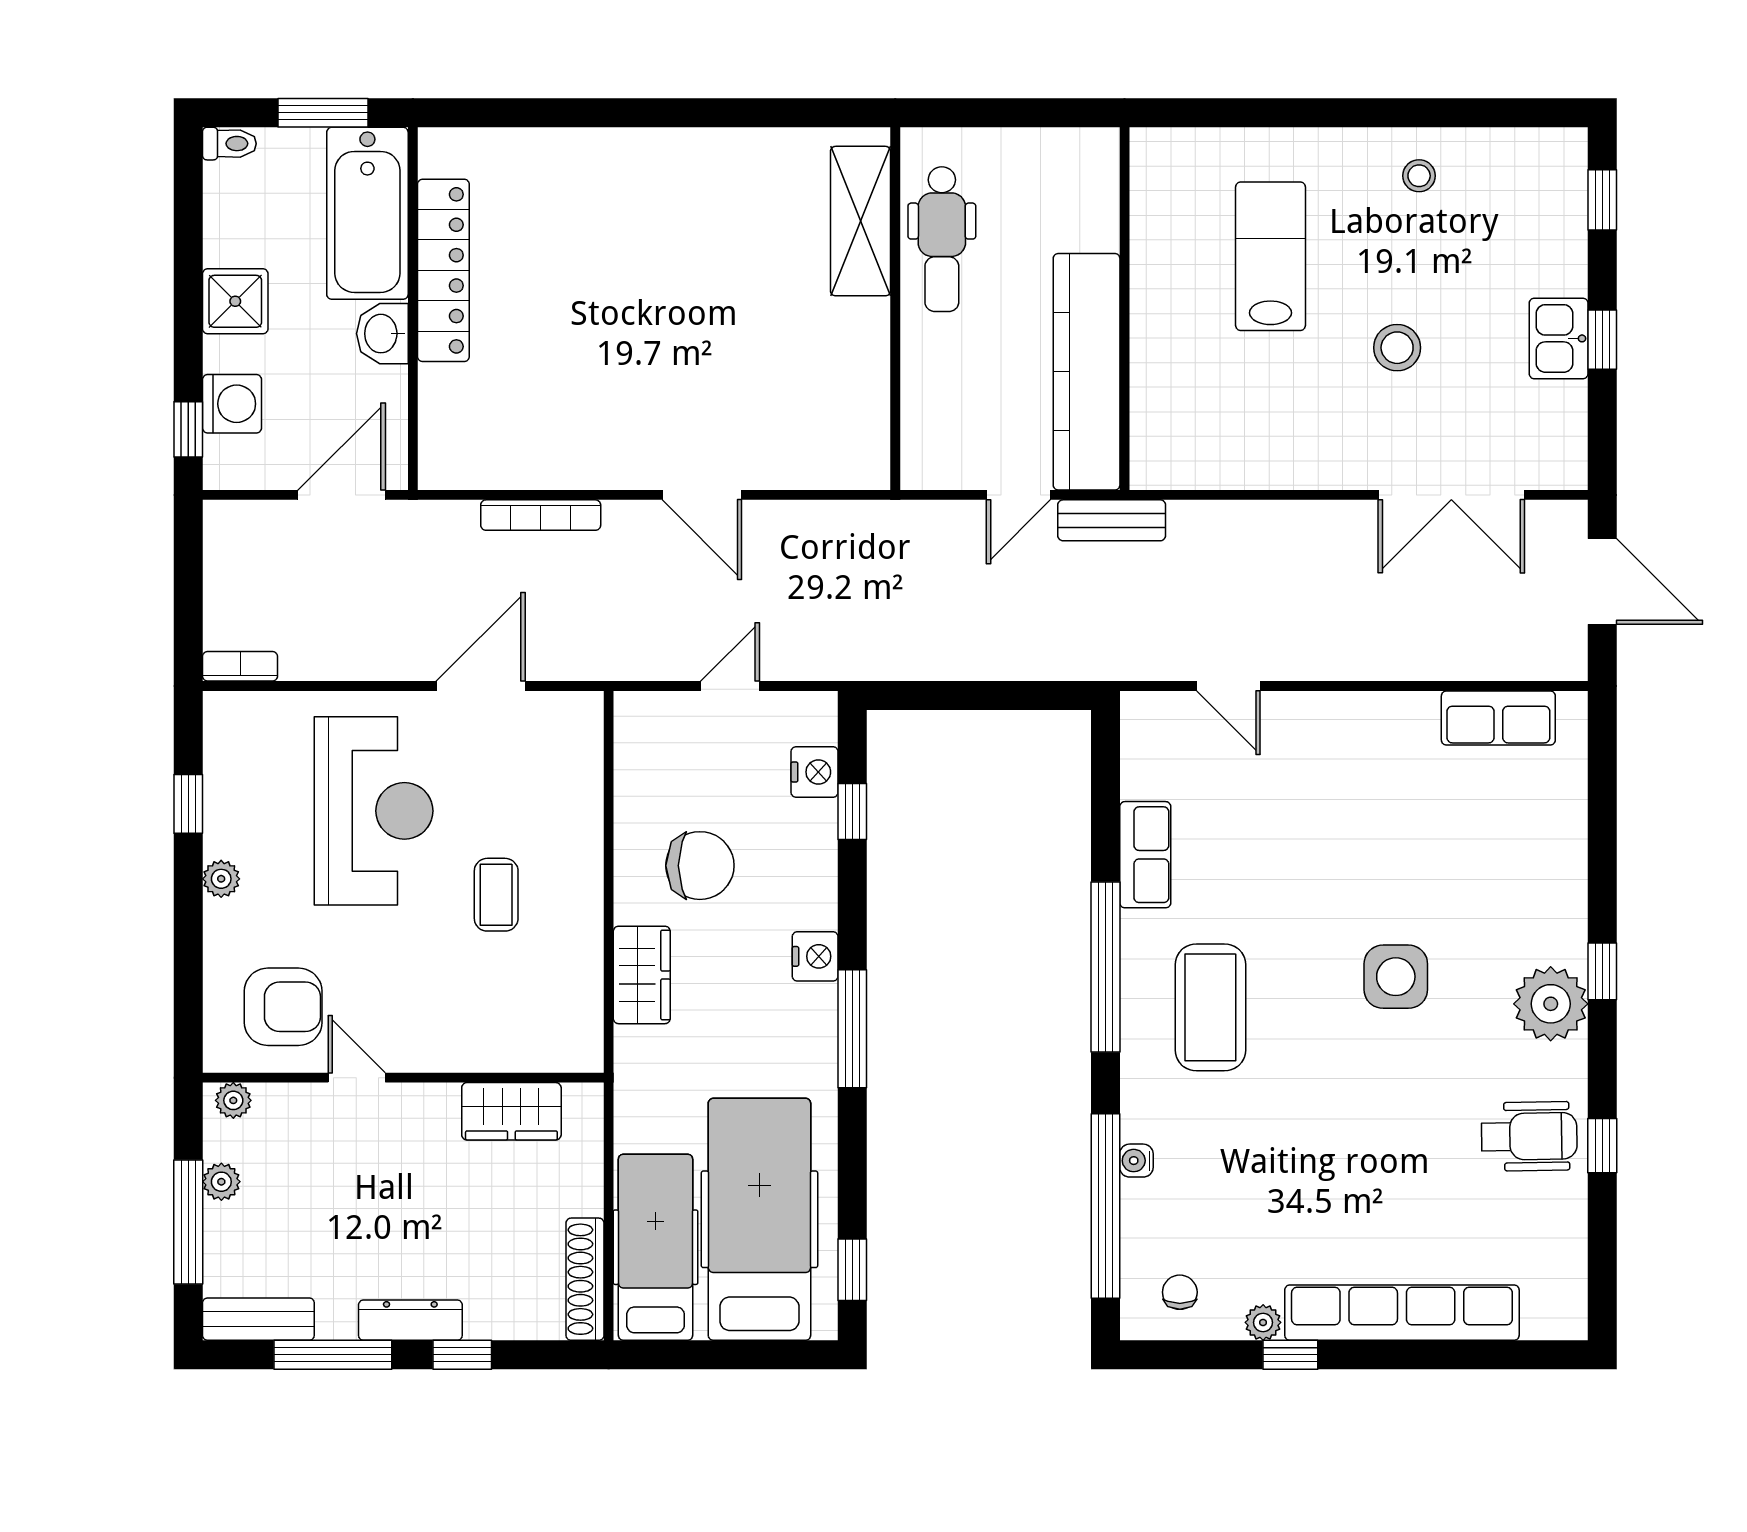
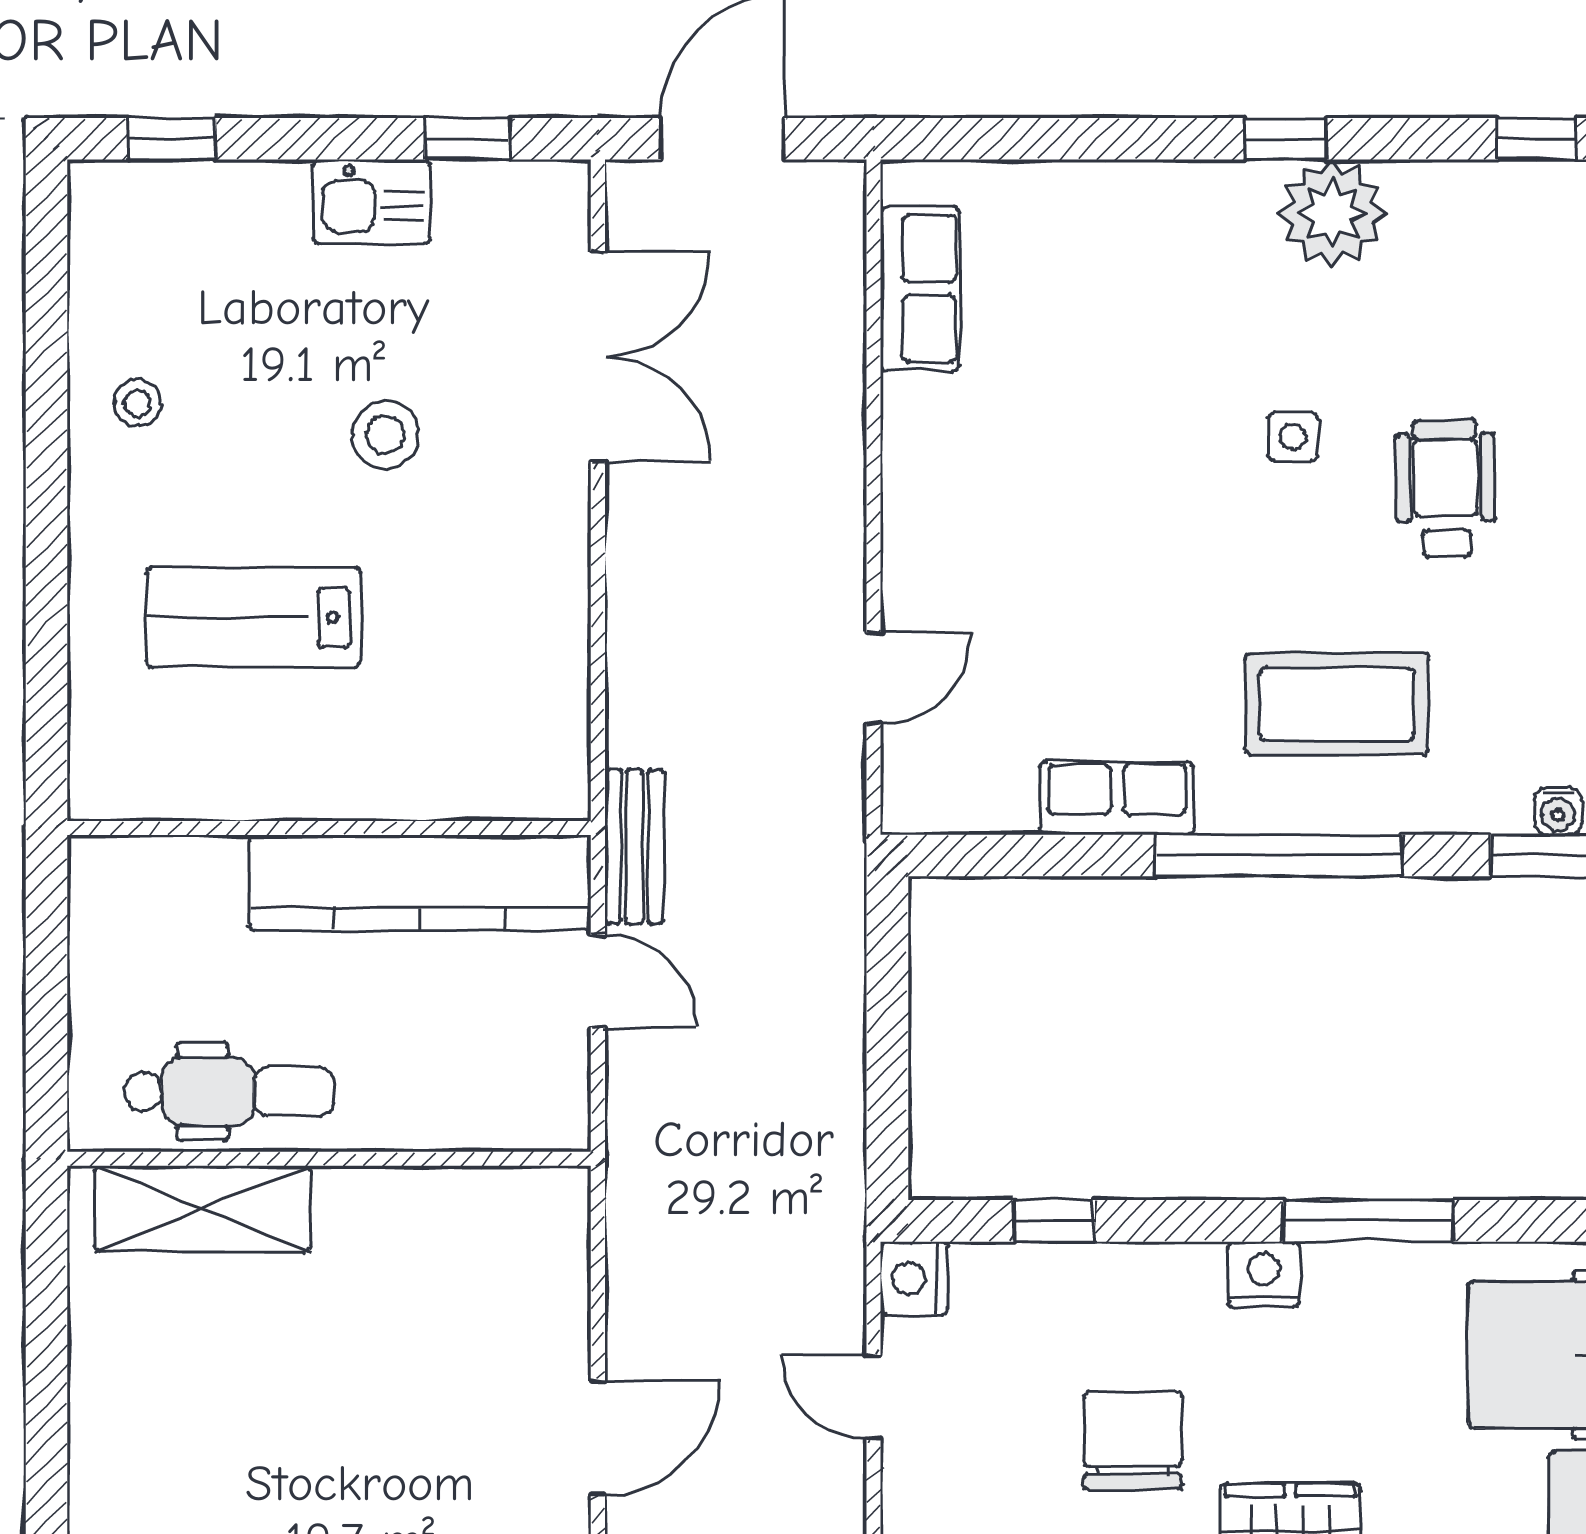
window: (1602, 340) -> (467, 139), moved
nightstand: (815, 772) -> (914, 1278), moved, turned -90
side table: (1396, 977) -> (1293, 437), width x0.54, depth x0.54
wheelchair: (1529, 1136) -> (1446, 488), moved

